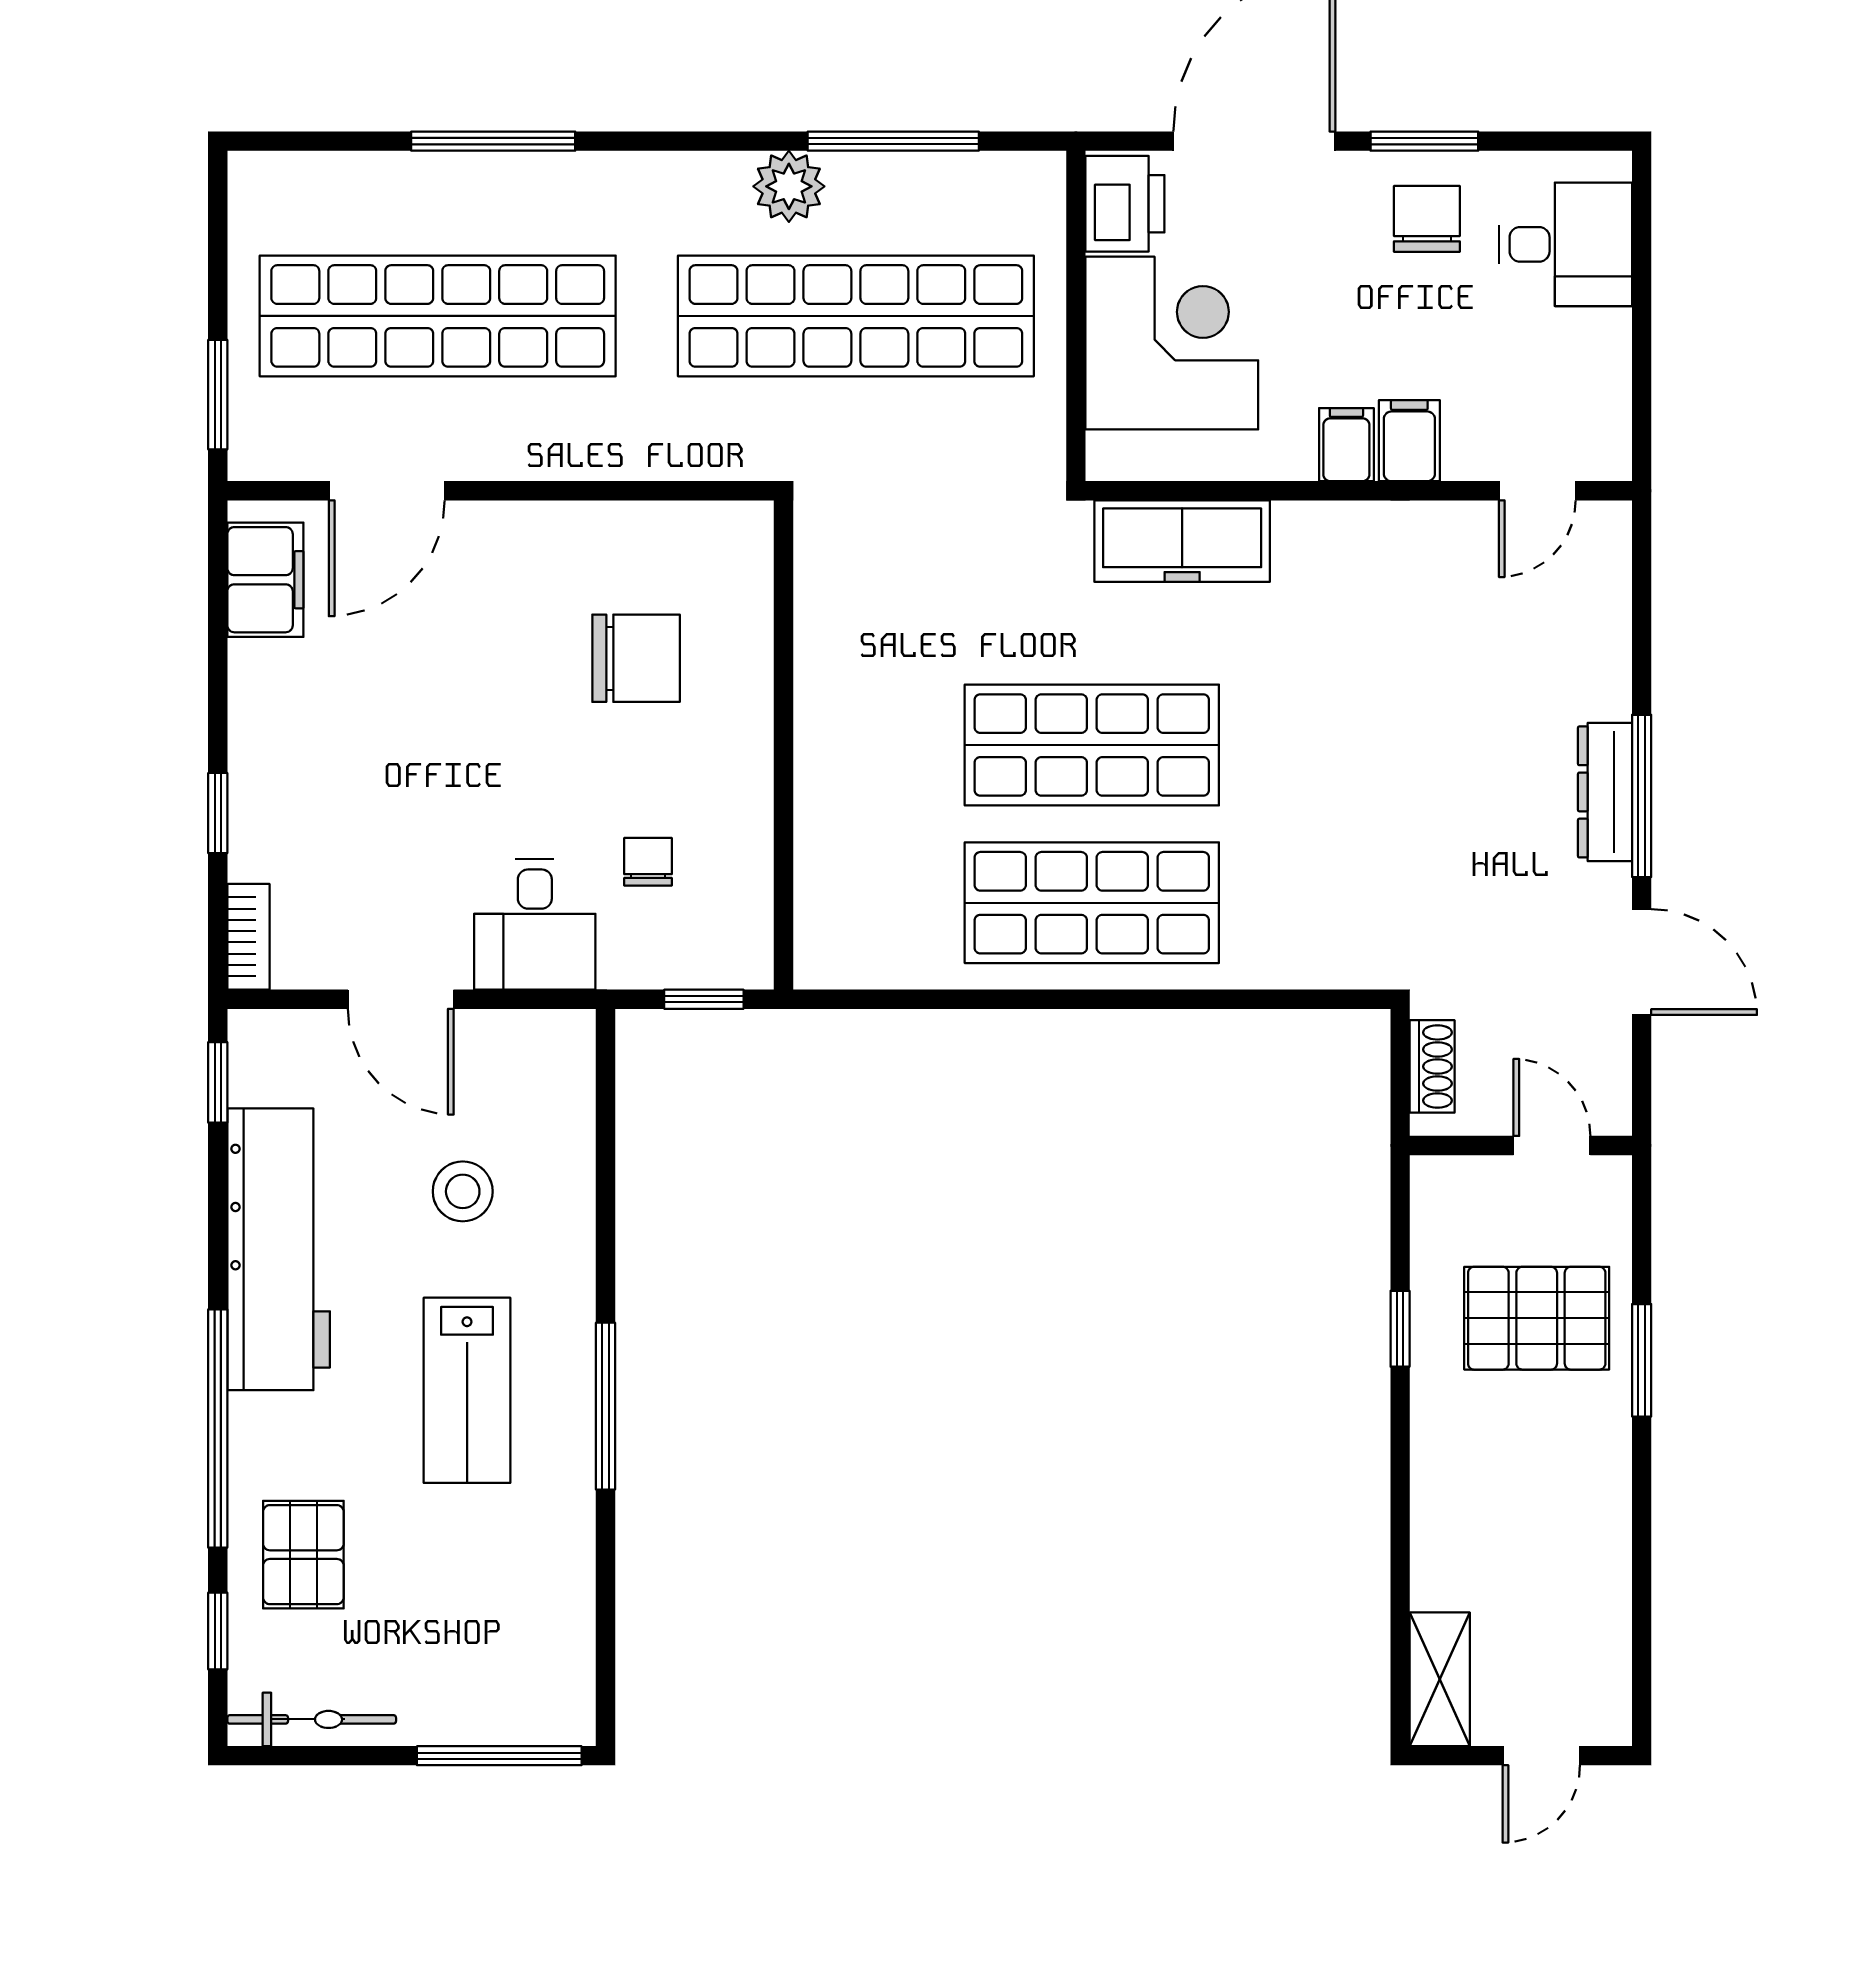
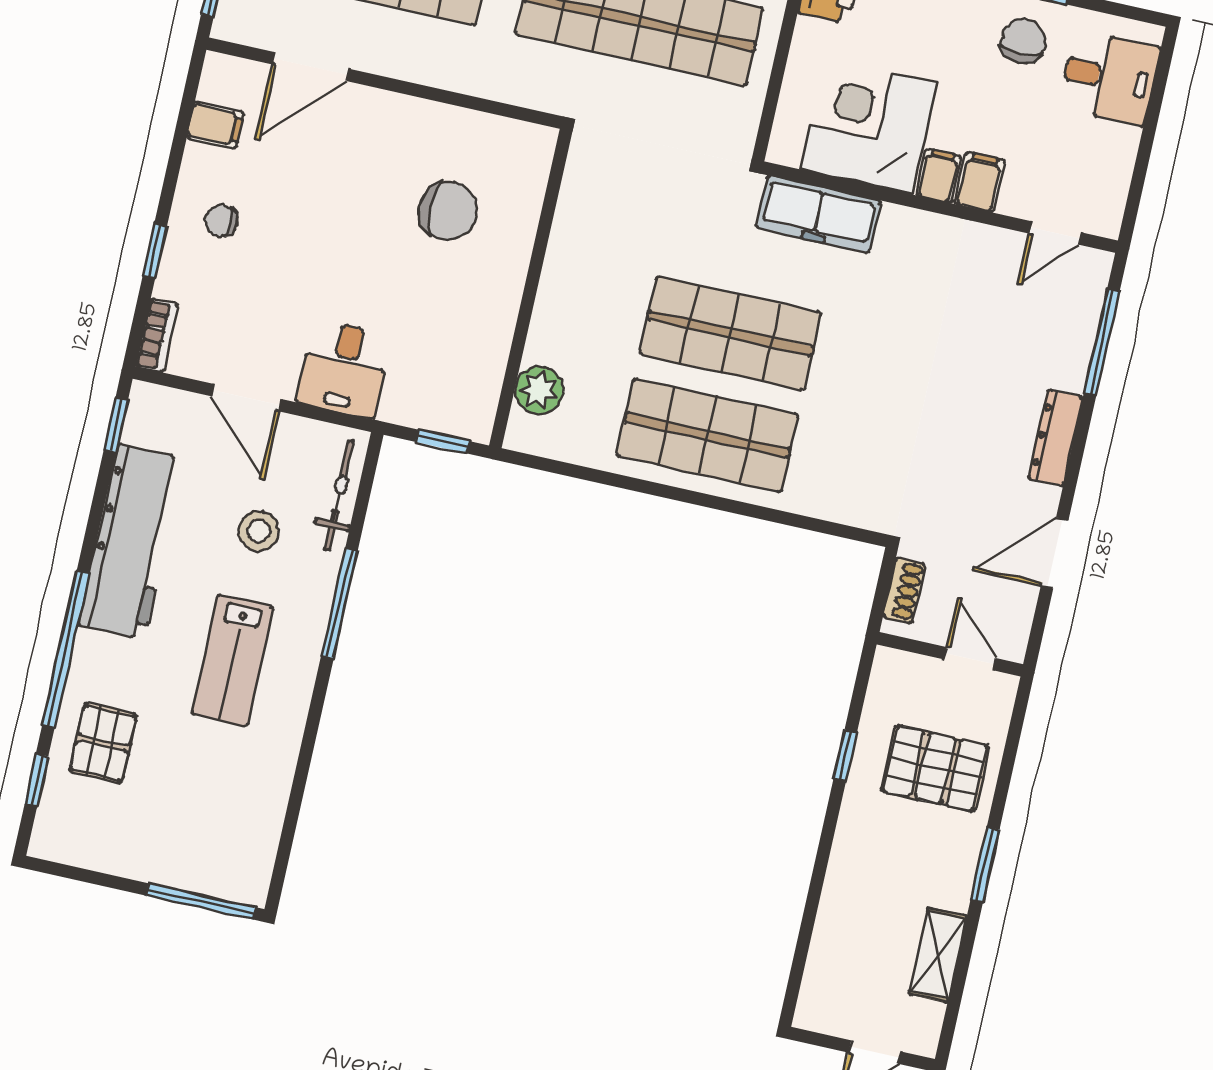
corner desk: (1172, 343) -> (869, 126), moved, turned -90
filing cabinet: (265, 580) -> (215, 125), width x0.50
window: (1642, 796) -> (1102, 342), moved
chair: (648, 862) -> (221, 221), moved, turned -90
plant: (829, 892) -> (539, 390), added
door: (1642, 962) -> (1055, 553), swing flipped
window: (1642, 1360) -> (985, 865), moved
window: (605, 1406) -> (339, 603), moved
shelving: (1440, 1679) -> (938, 955), moved
bicycle: (312, 1719) -> (339, 495), moved, turned -90

